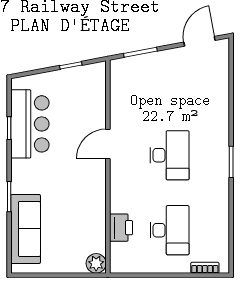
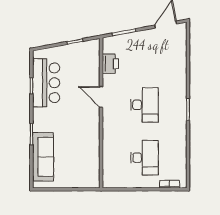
door: (108, 144) -> (101, 97), hinge flipped
printer: (121, 228) -> (110, 64), moved
plant: (96, 263) -> (93, 181), removed

